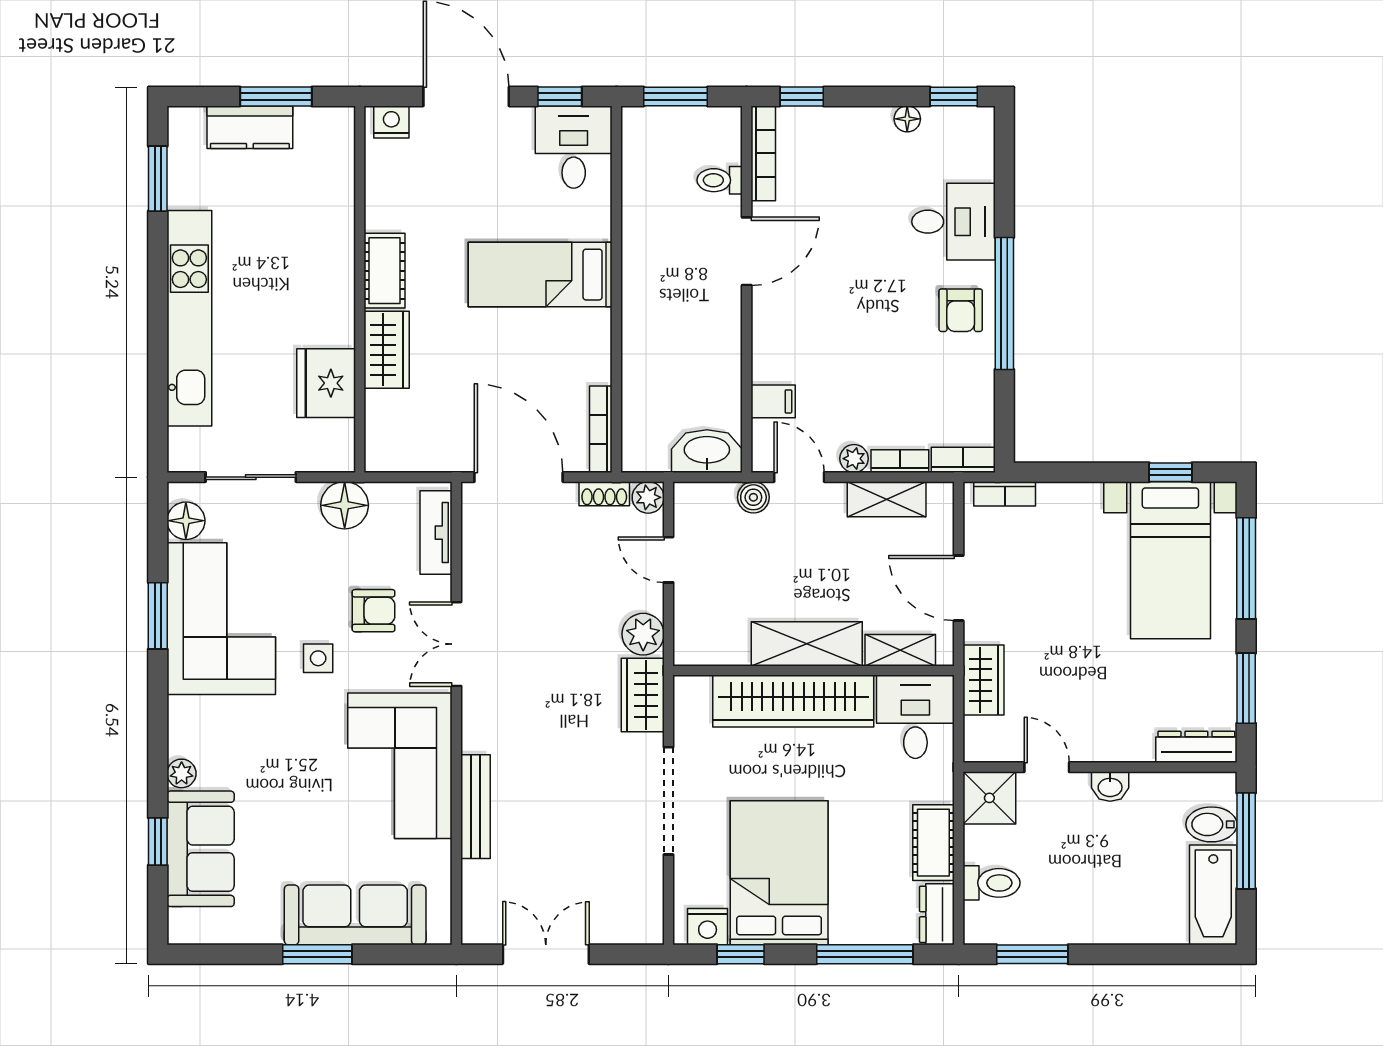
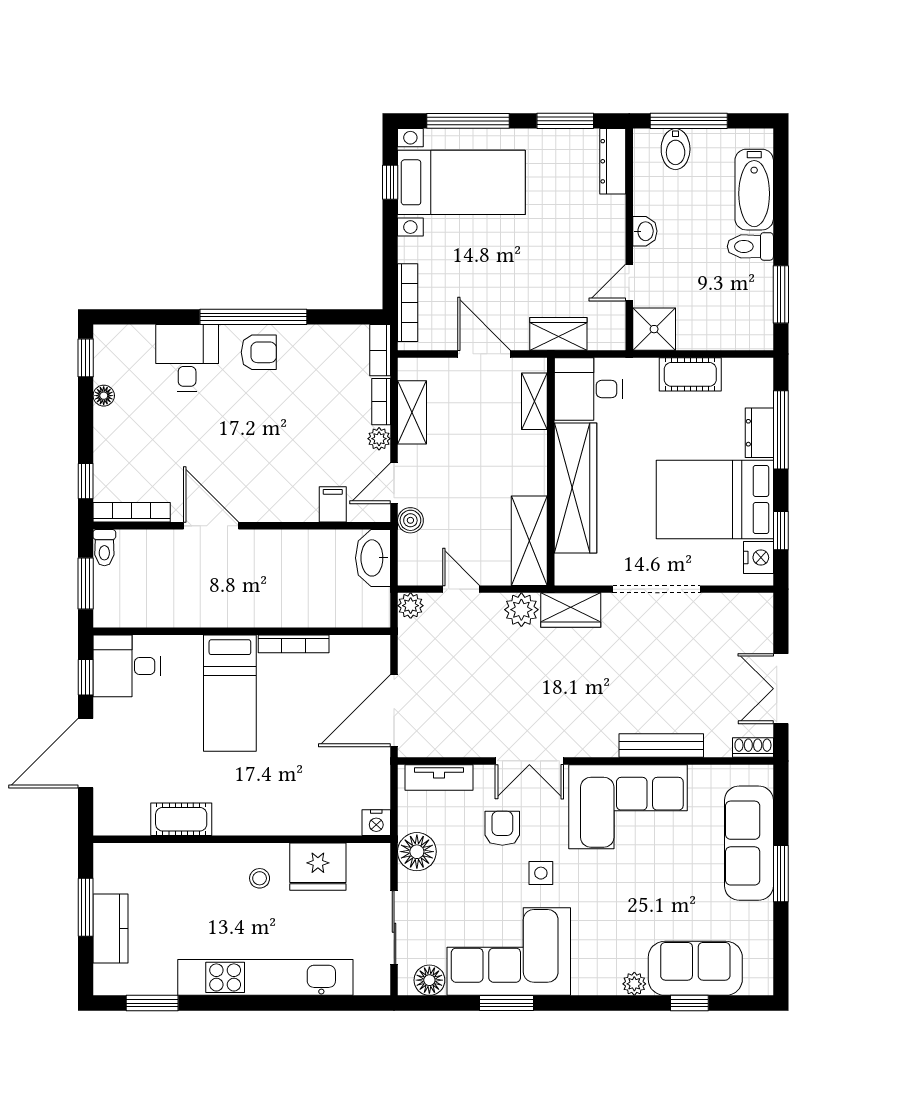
nightstand: (391, 122) -> (376, 823), moved, turned -90
toilet: (720, 180) -> (104, 548), moved
cot: (385, 271) -> (181, 819), moved
stool: (312, 311) -> (260, 878), added
wardrobe: (387, 350) -> (291, 818), removed
bookcase: (601, 429) -> (294, 644), moved
shoe rack: (604, 494) -> (753, 747), moved, turned -90
bookcase: (1005, 494) -> (408, 303), width x1.56
door: (668, 560) -> (461, 589), swing flipped
door: (959, 588) -> (484, 354), swing flipped
shelving: (807, 644) -> (529, 541), moved
toilet: (991, 883) -> (750, 246), moved, turned -90
bathtub: (1213, 895) -> (754, 190), moved, turned 90
dresser: (937, 914) -> (759, 433), moved, turned 90

